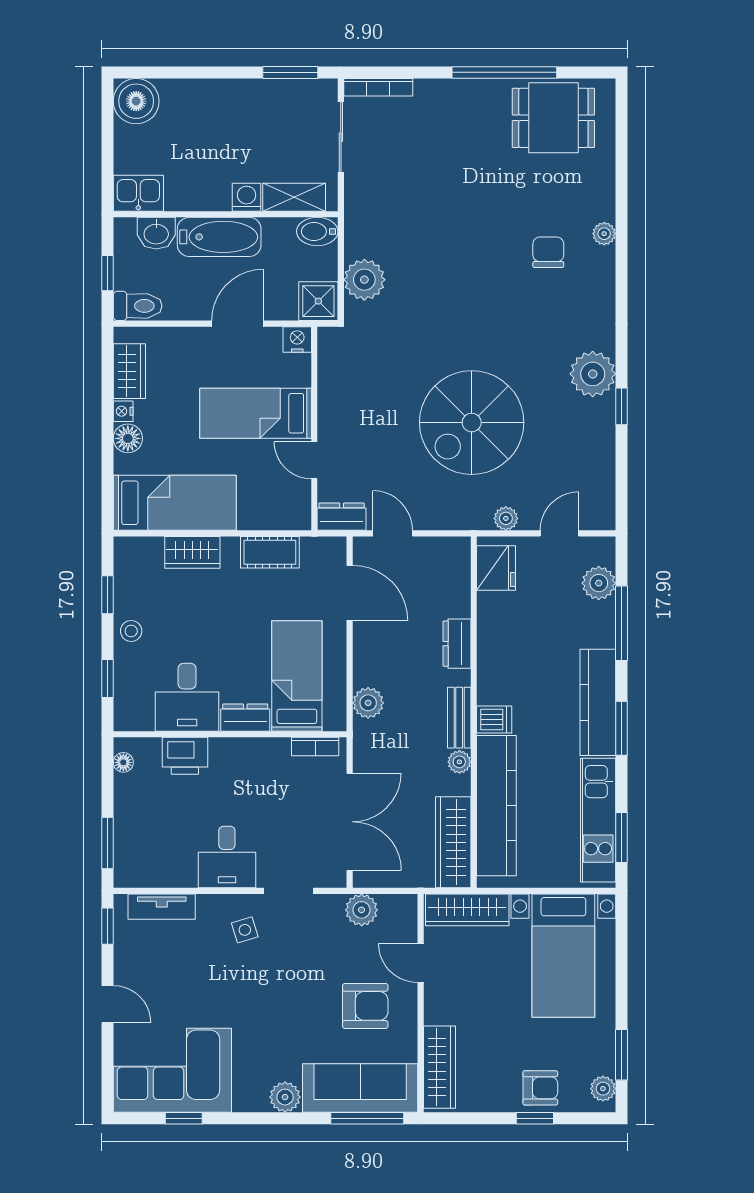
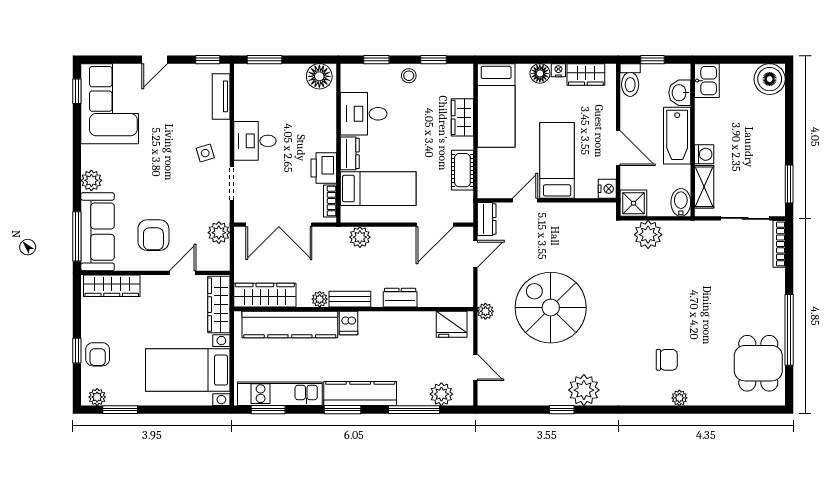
plant: (506, 518) -> (485, 311), moved
printer: (185, 756) -> (324, 168), moved
floor lamp: (123, 762) -> (319, 76), width x1.89, depth x1.89
window: (184, 1118) -> (77, 91), moved

